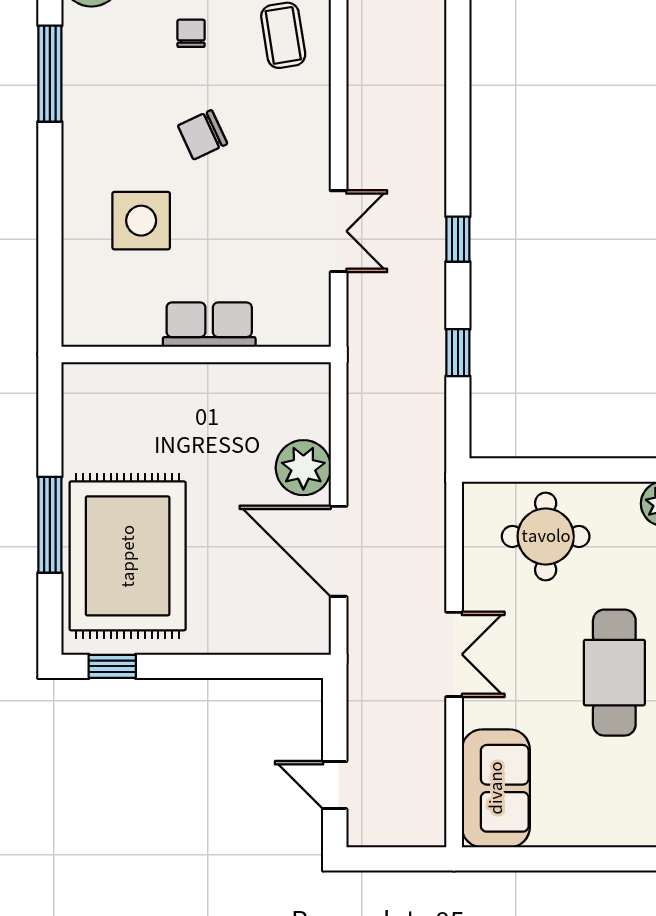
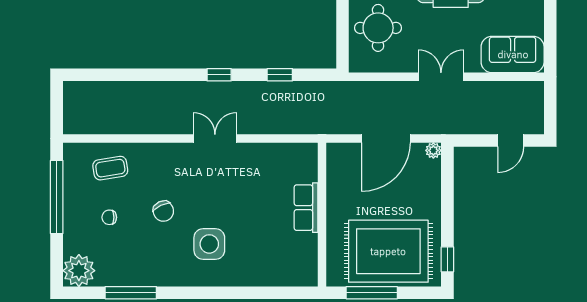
row of seats: (209, 325) -> (306, 208), moved
wall: (196, 355) -> (322, 215), moved
plant: (303, 468) -> (433, 150), moved, width x0.53, depth x0.53

